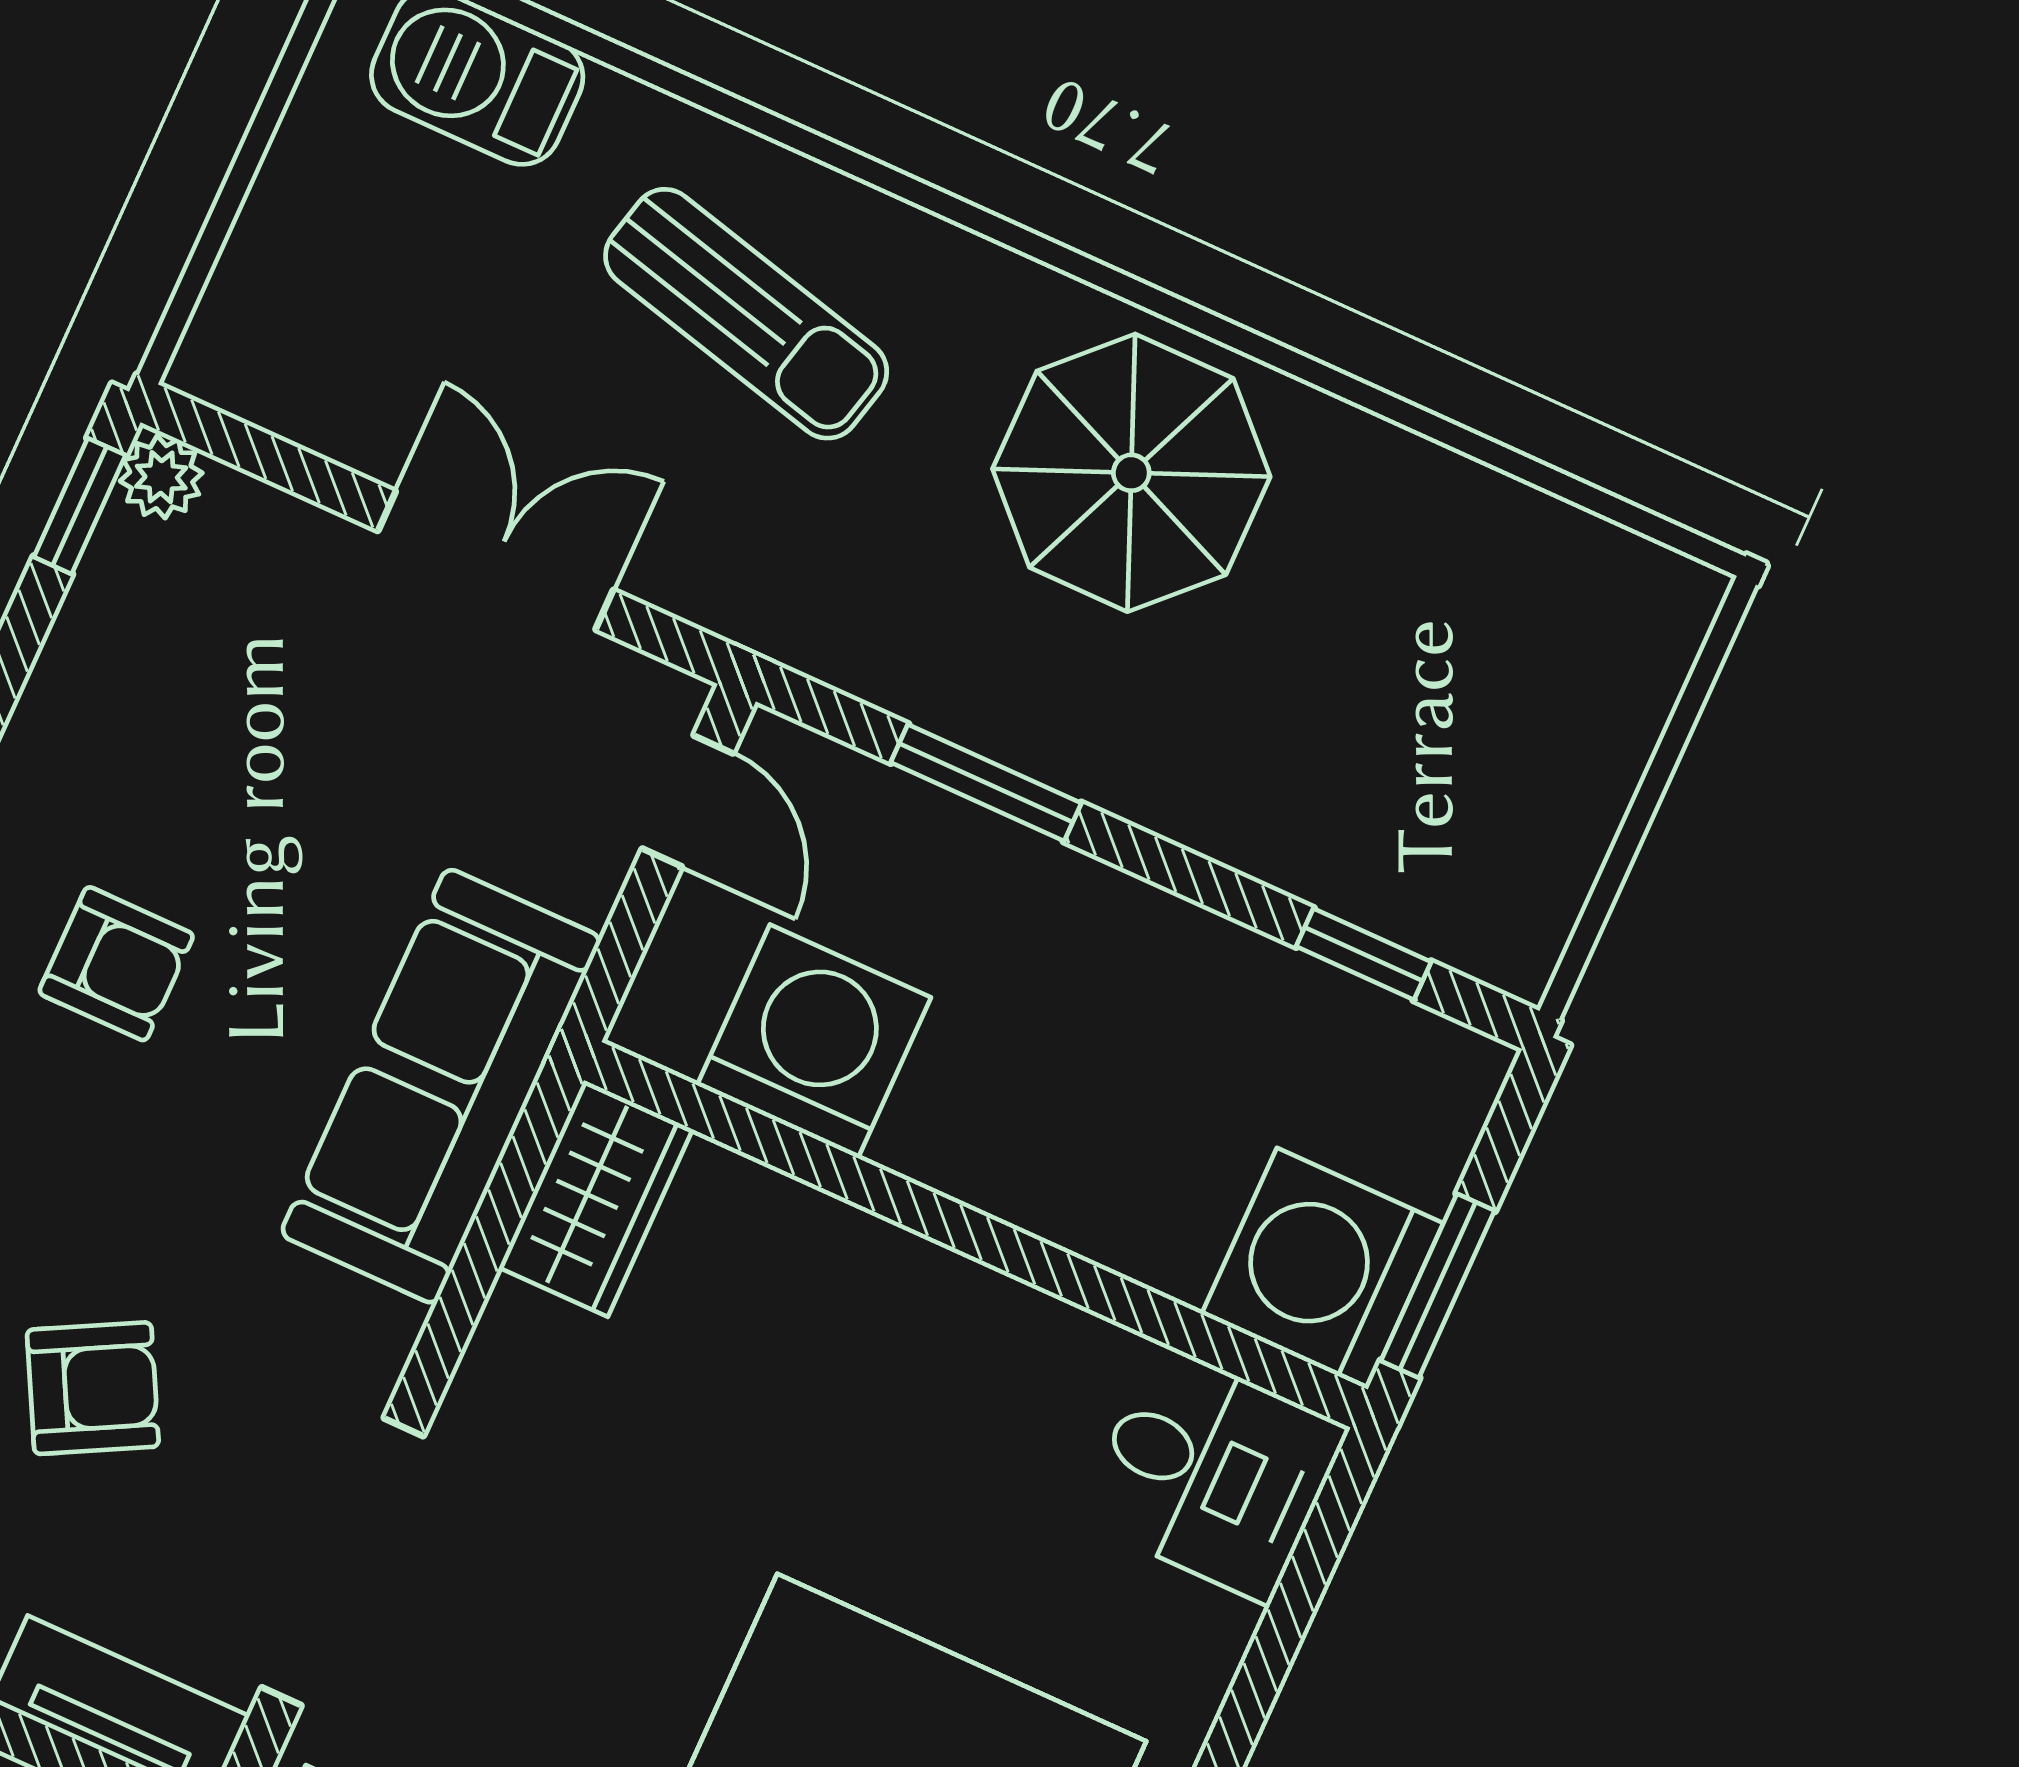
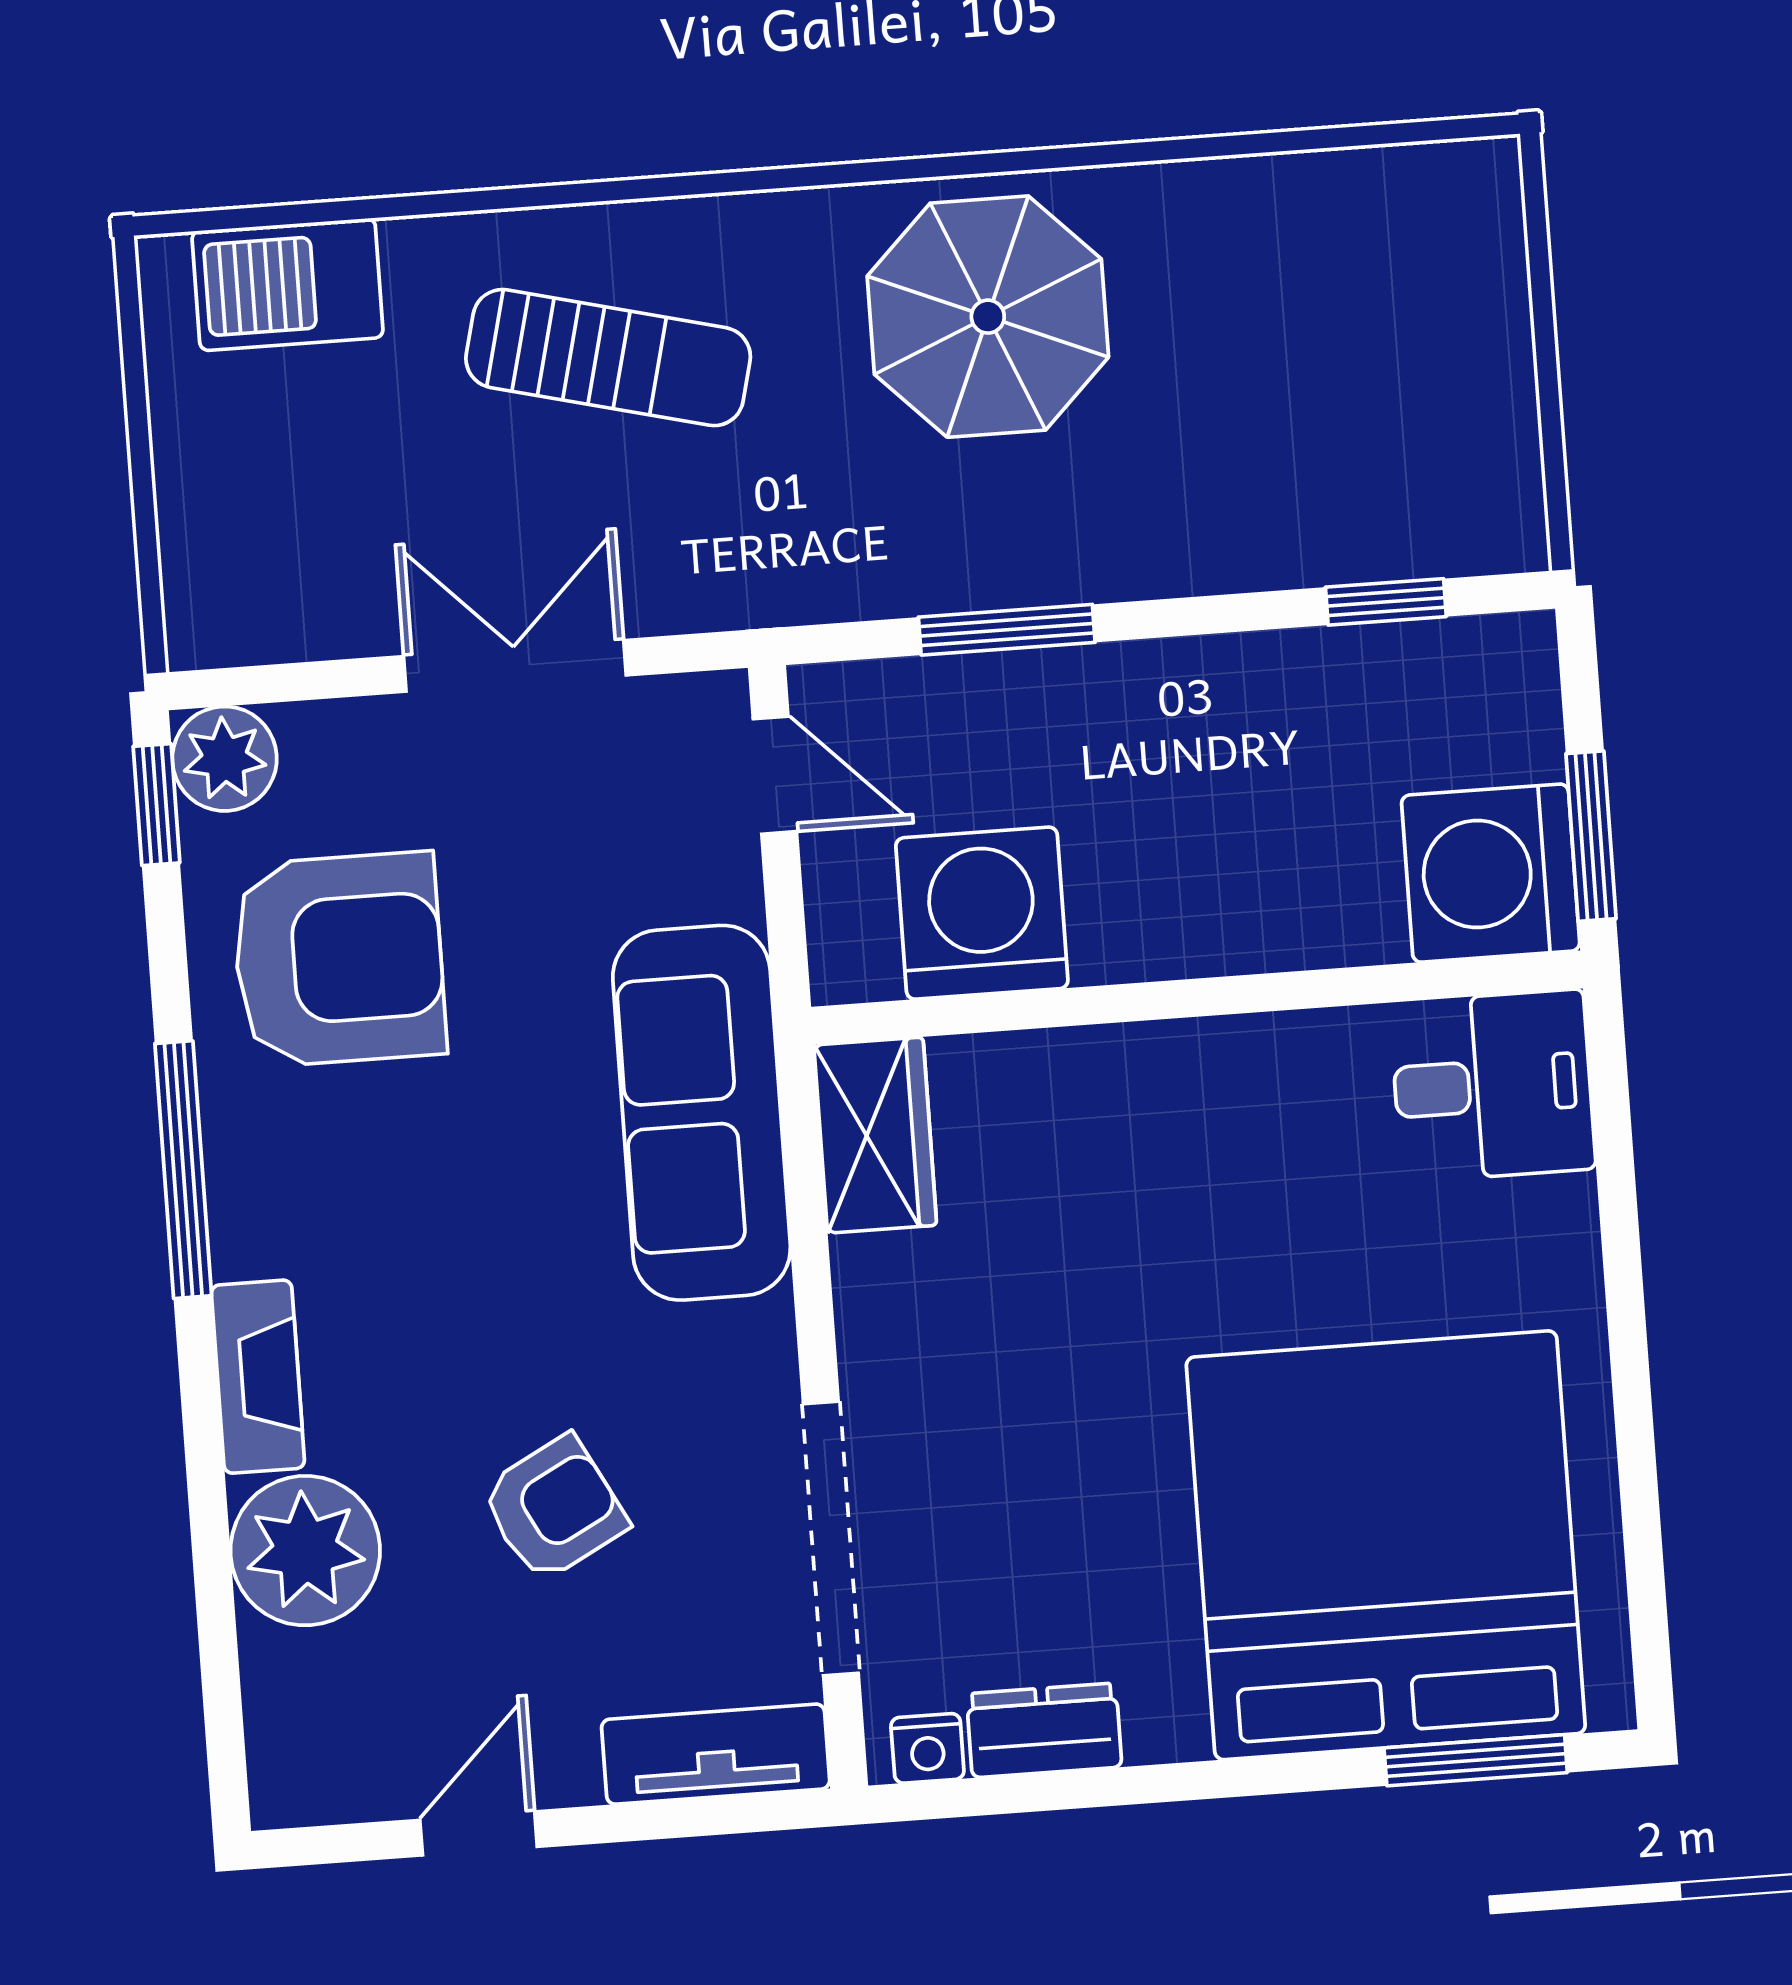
plant: (161, 477) -> (225, 759), width x1.38, depth x1.38
armchair: (116, 964) -> (339, 960), moved, width x1.88, depth x1.88

